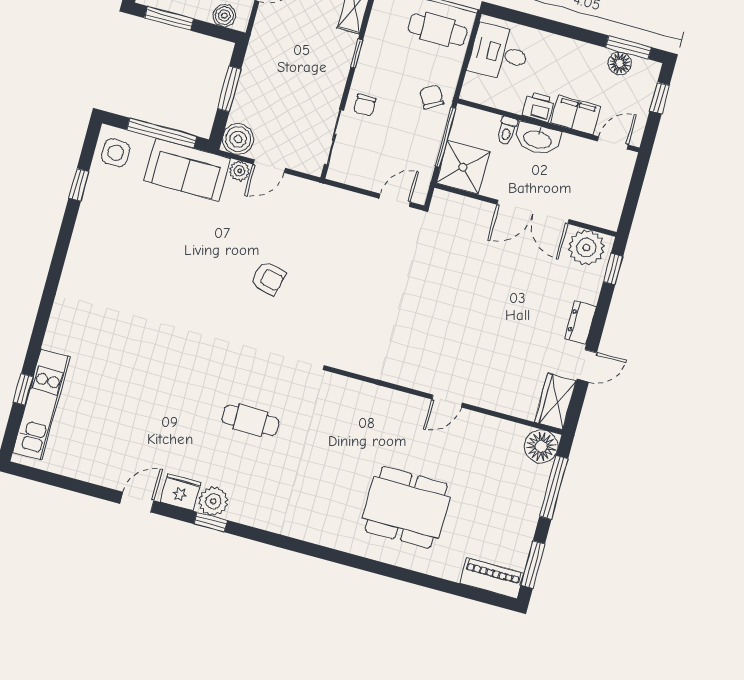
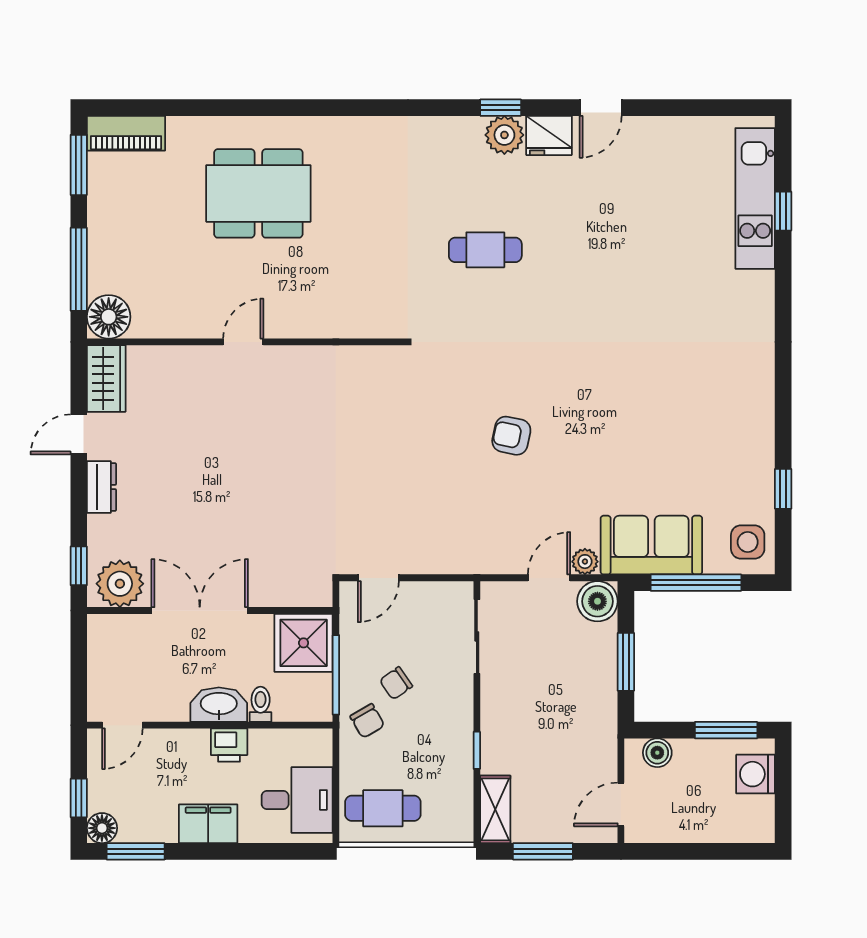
floor lamp: (620, 63) -> (102, 828), moved
chair: (365, 105) -> (396, 683), moved, turned -125
filing cabinet: (576, 115) -> (208, 824), moved, turned 180

